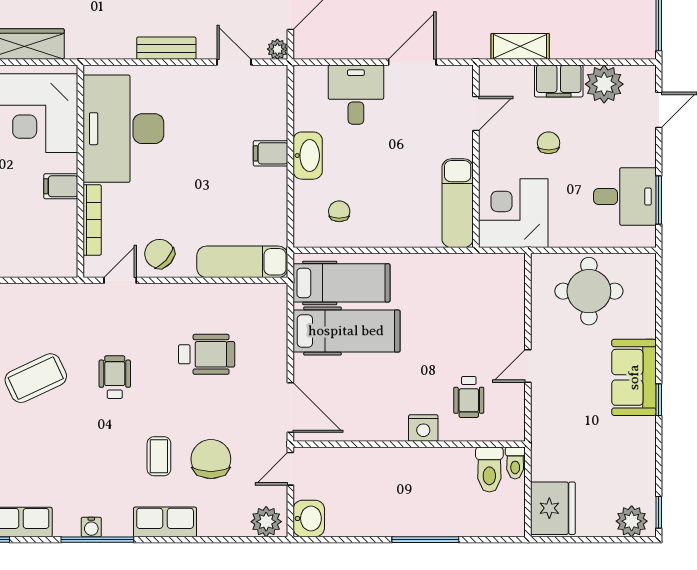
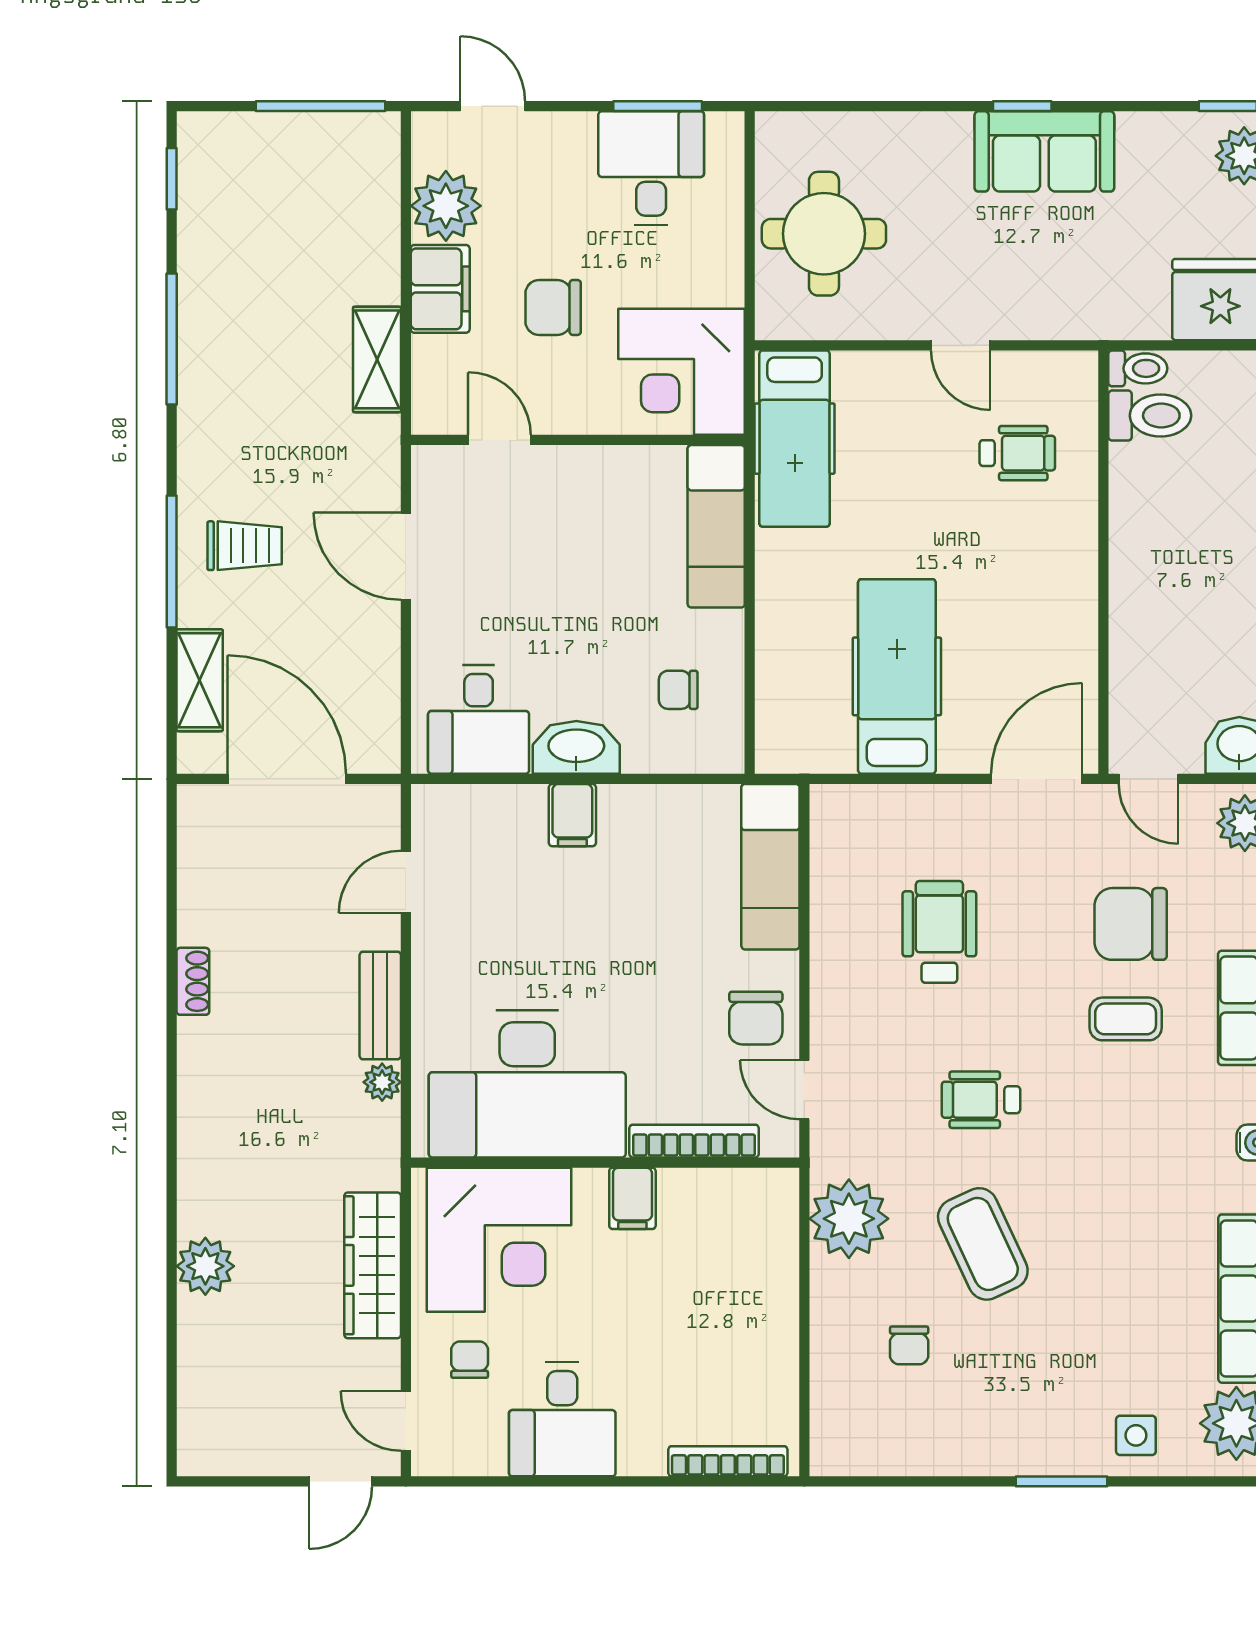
plant: (277, 49) -> (382, 1082), moved
desk: (356, 95) -> (479, 719), moved, turned -90
chair: (549, 143) -> (553, 307), width x1.37, depth x1.37
exam couch: (458, 203) -> (716, 526), moved, turned 90
chair: (159, 254) -> (756, 1018), turned -41
hospital bed: (342, 283) -> (795, 439), moved, turned 180
plant: (50, 305) -> (849, 1219), added
sofa: (634, 377) -> (1044, 151), moved
nightstand: (423, 428) -> (1074, 536), removed

